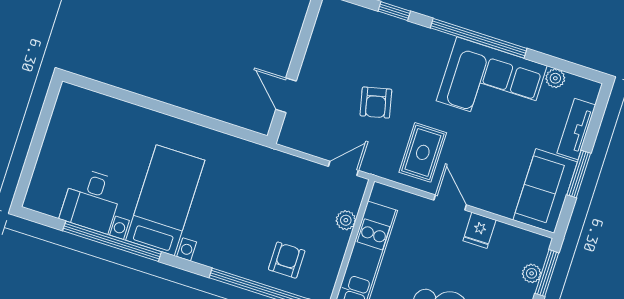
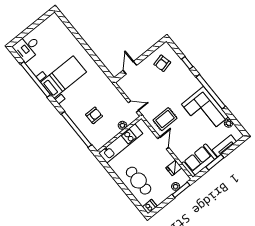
armchair: (376, 103) -> (162, 63), moved
desk: (92, 200) -> (27, 48), moved
fridge: (479, 230) -> (174, 168), moved
armchair: (287, 260) -> (94, 115), moved

